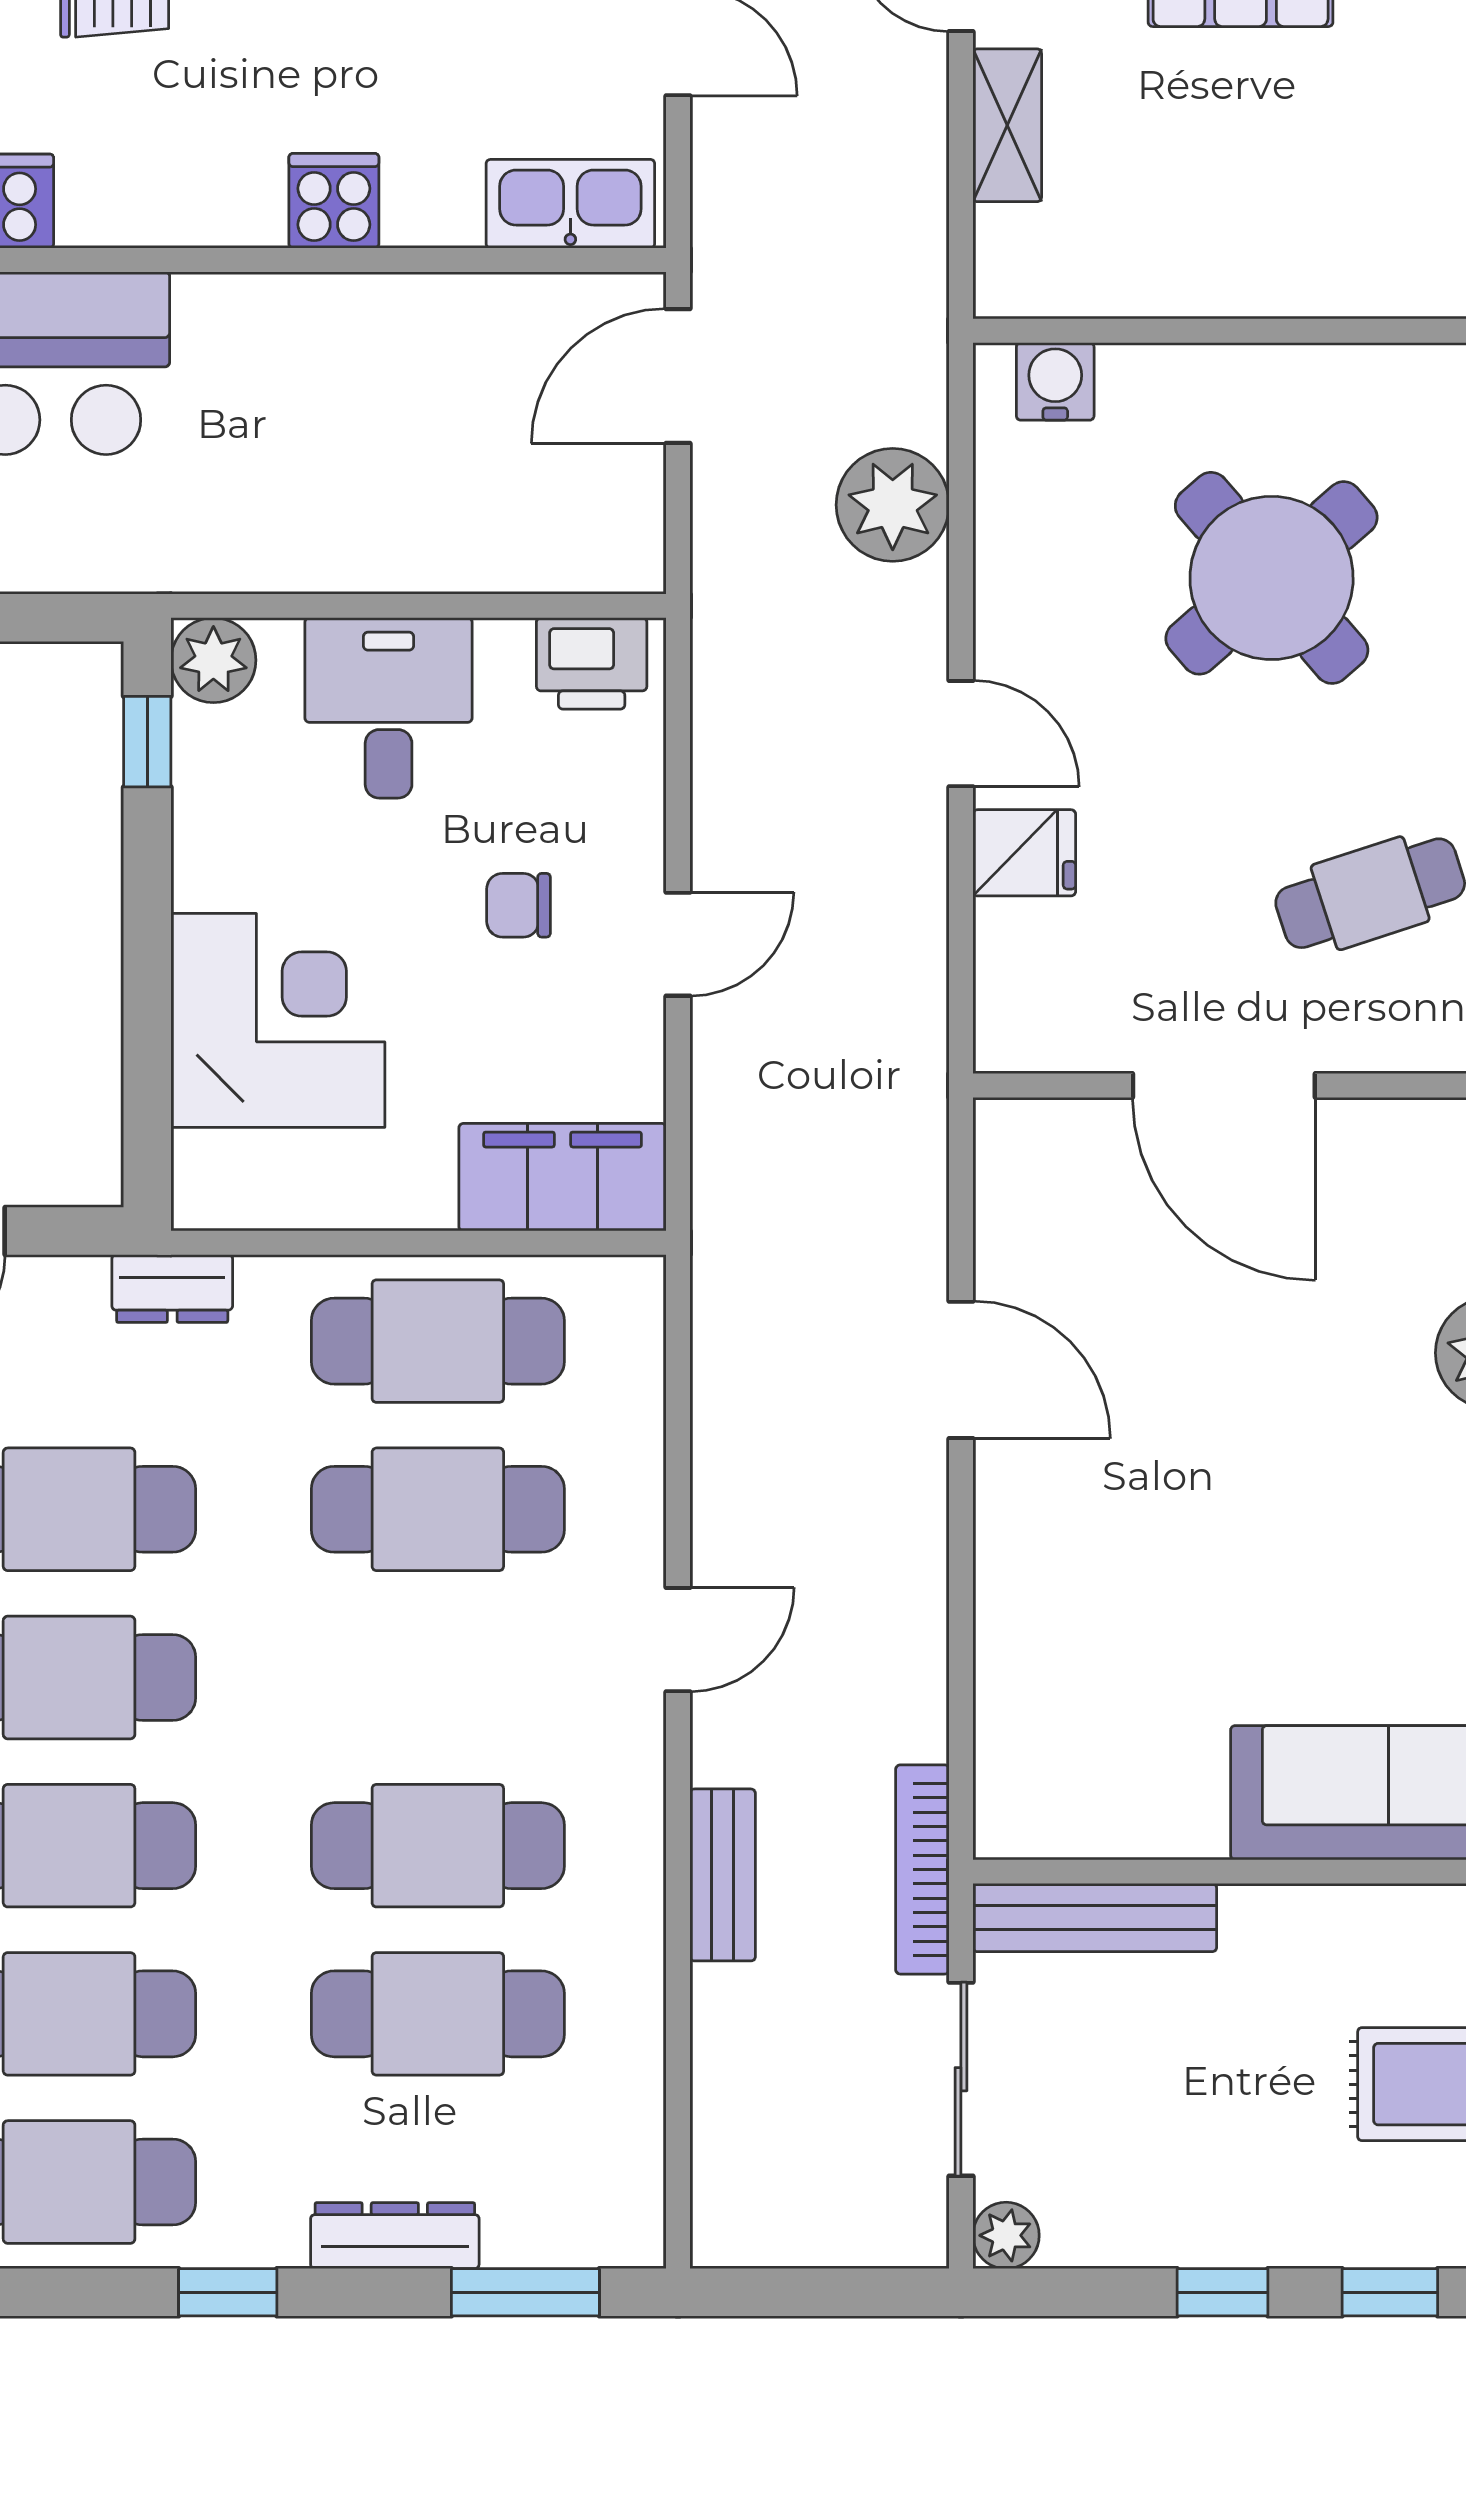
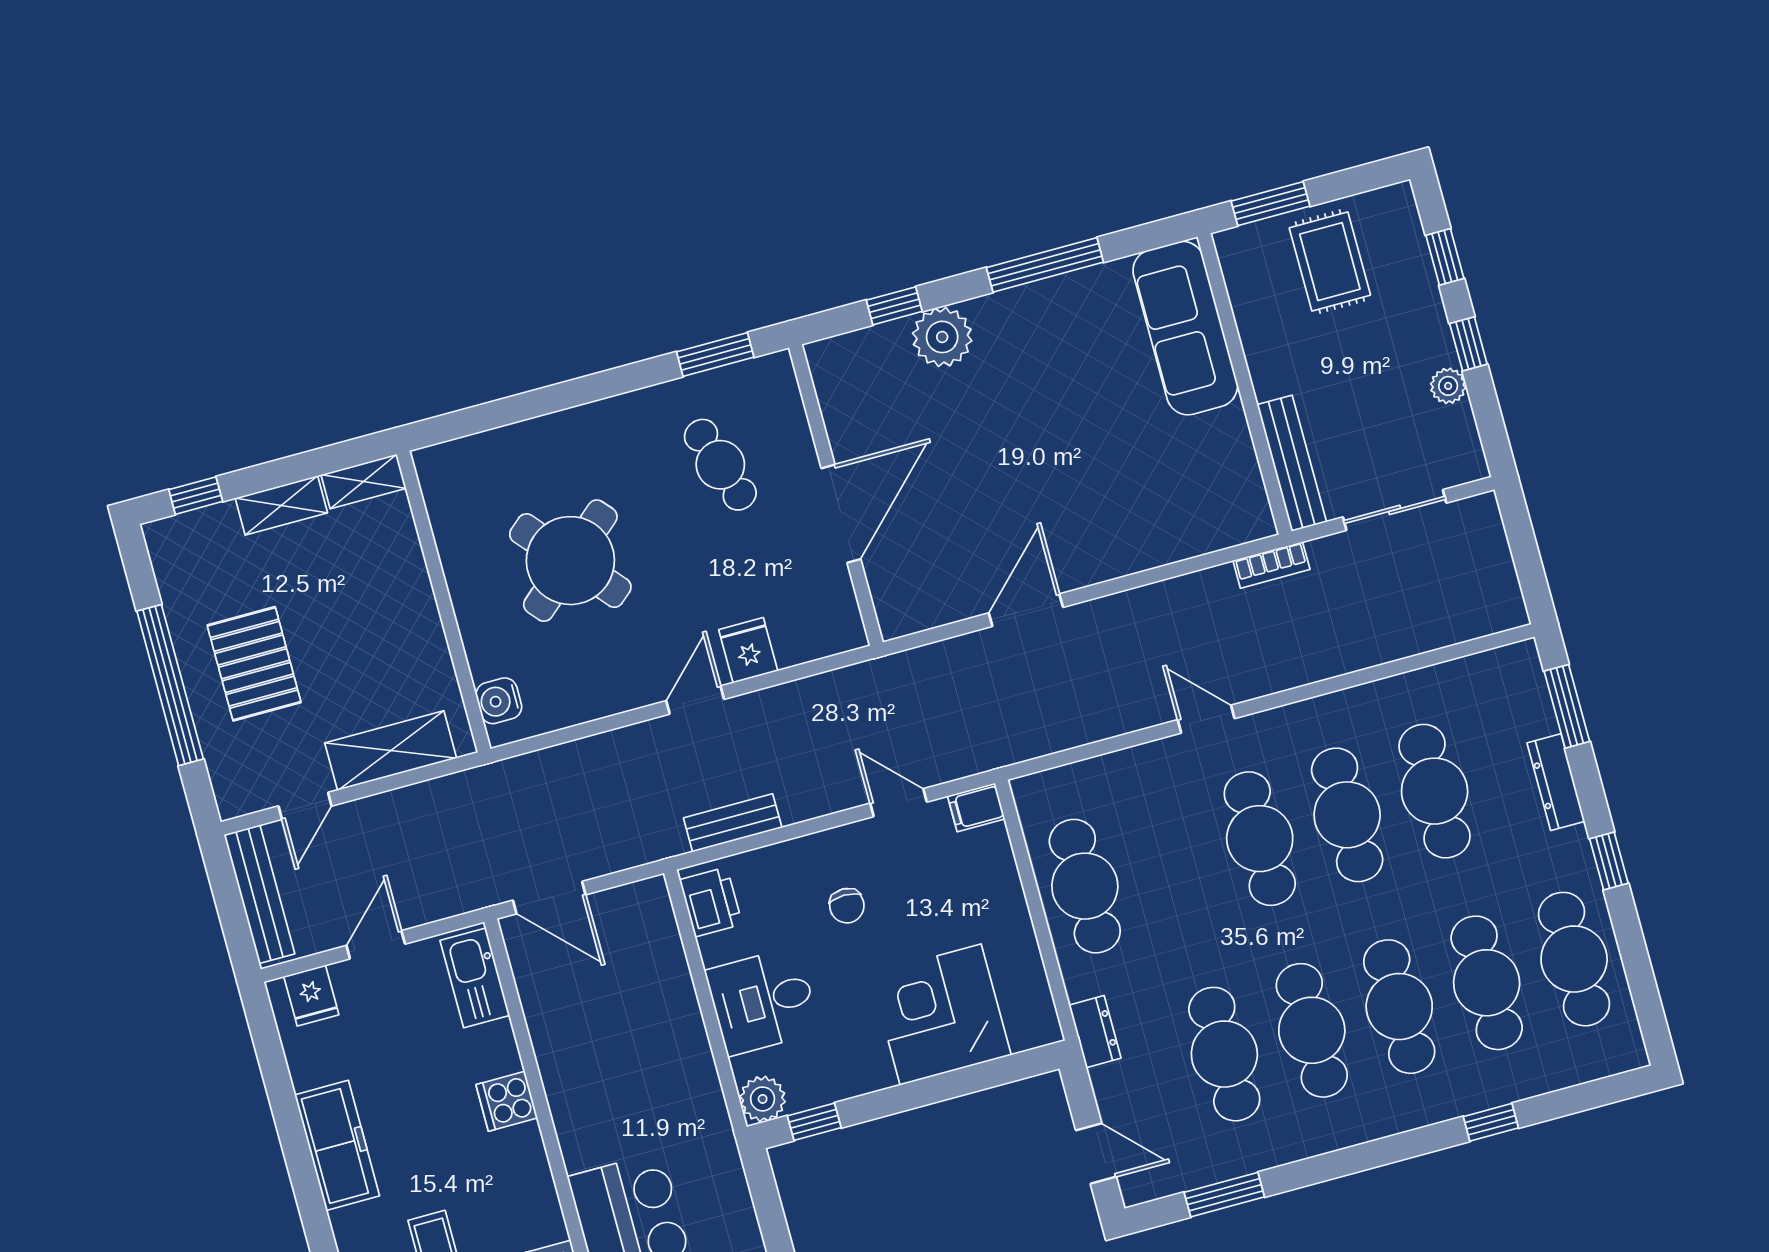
shelving: (1007, 125) -> (391, 751), width x1.50, depth x1.33
plant: (893, 505) -> (586, 768), removed
door: (678, 944) -> (898, 803), moved
filing cabinet: (563, 1177) -> (976, 807), width x0.33, depth x0.86
cafe table: (438, 1509) -> (1260, 839), moved
bookcase: (922, 1869) -> (1271, 565), width x0.64
bench: (723, 1875) -> (733, 823), moved
plant: (1006, 2235) -> (1448, 386), moved

